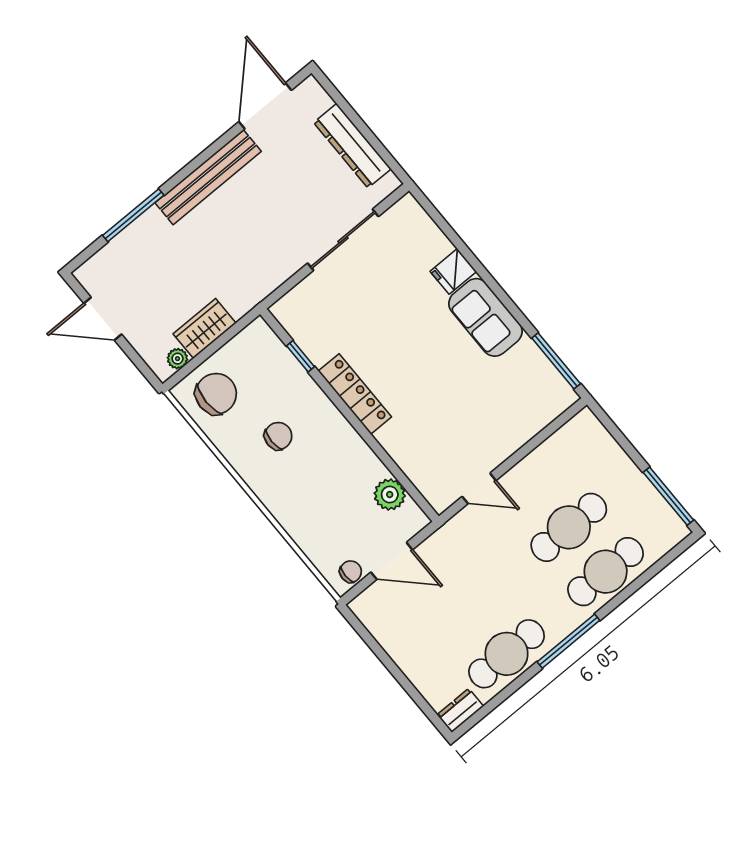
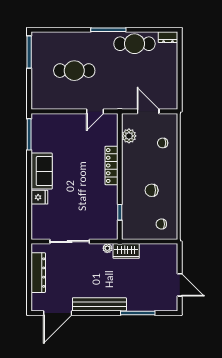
wardrobe: (205, 328) -> (126, 251), moved
plant: (177, 359) -> (107, 248), moved
chair: (216, 394) -> (161, 224), width x0.54, depth x0.54
locker: (355, 394) -> (111, 166), moved
door: (479, 488) -> (95, 111), swing flipped
chair: (351, 572) -> (163, 143), moved
cafe table: (606, 572) -> (74, 44), removed

